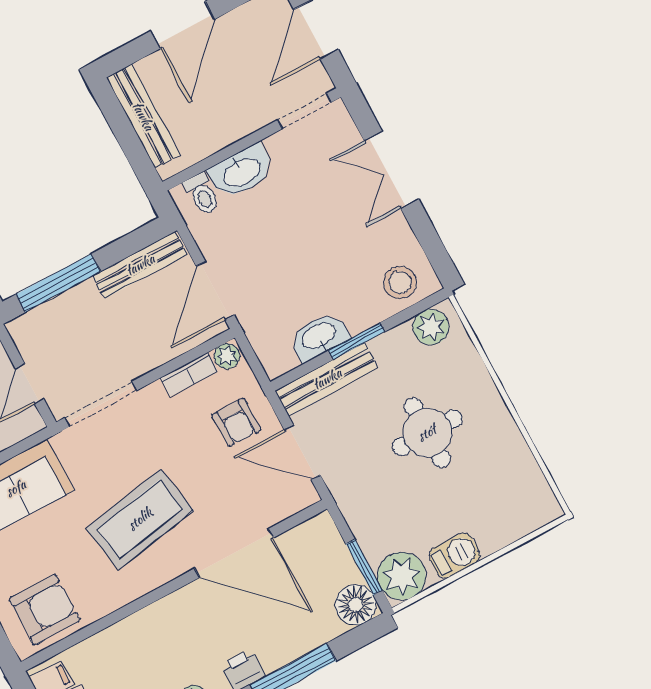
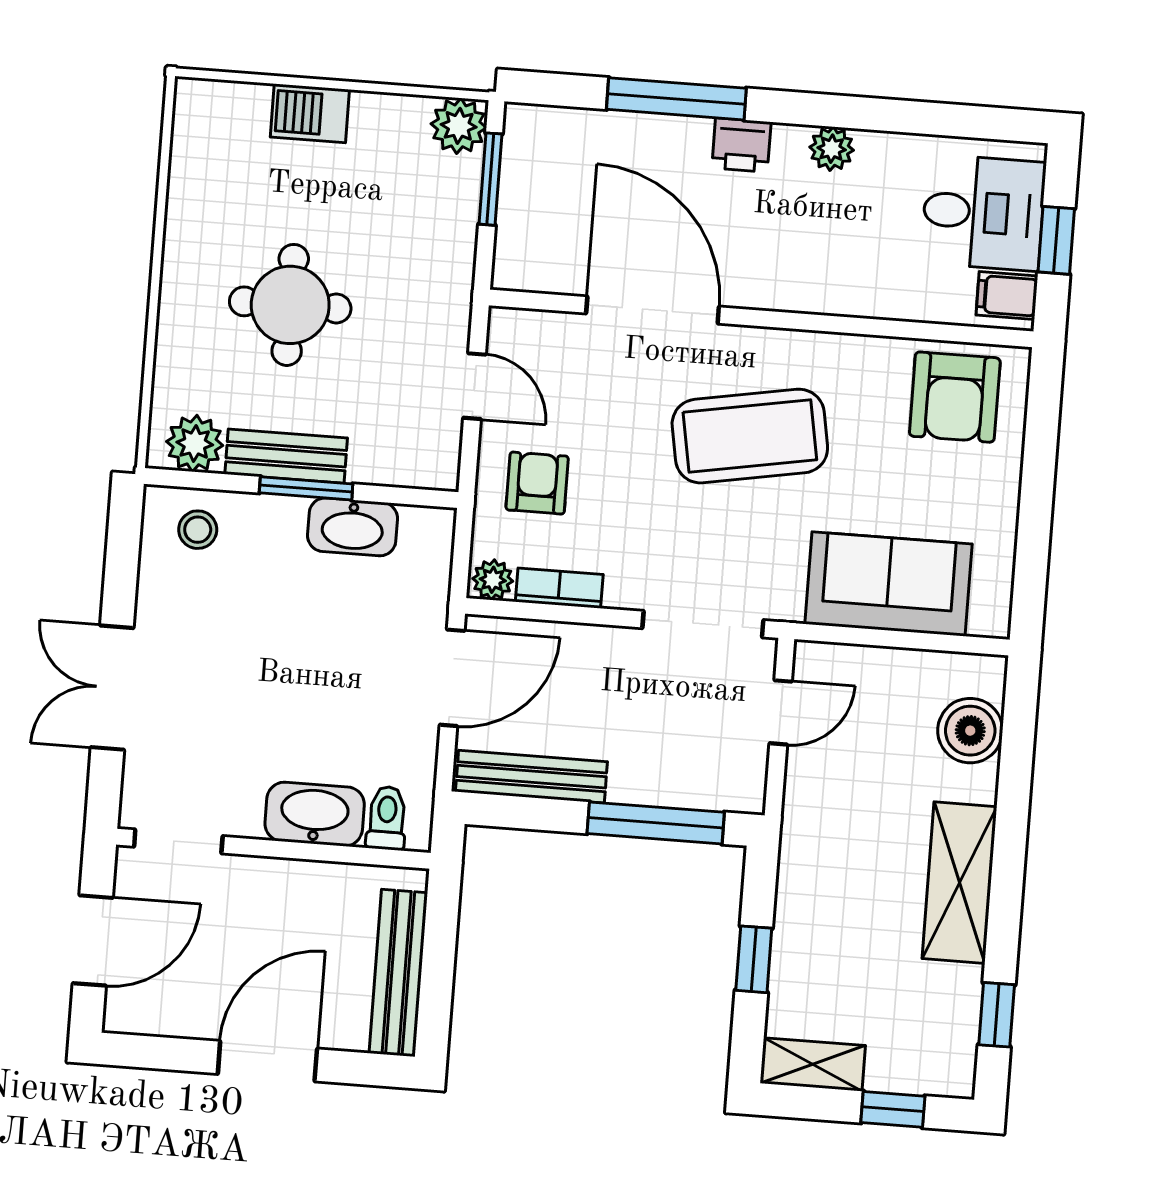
double door: (392, 170) -> (112, 688), swing flipped
stool: (400, 282) -> (198, 530), width x0.73, depth x0.73
bench: (327, 379) -> (286, 456), moved, width x0.73
door: (302, 452) -> (475, 386), width x0.73
barbecue: (455, 556) -> (310, 113), moved
plant: (402, 576) -> (459, 126), width x0.73, depth x0.73
floor lamp: (356, 605) -> (534, 136), removed
armchair: (45, 610) -> (955, 397), turned -90

